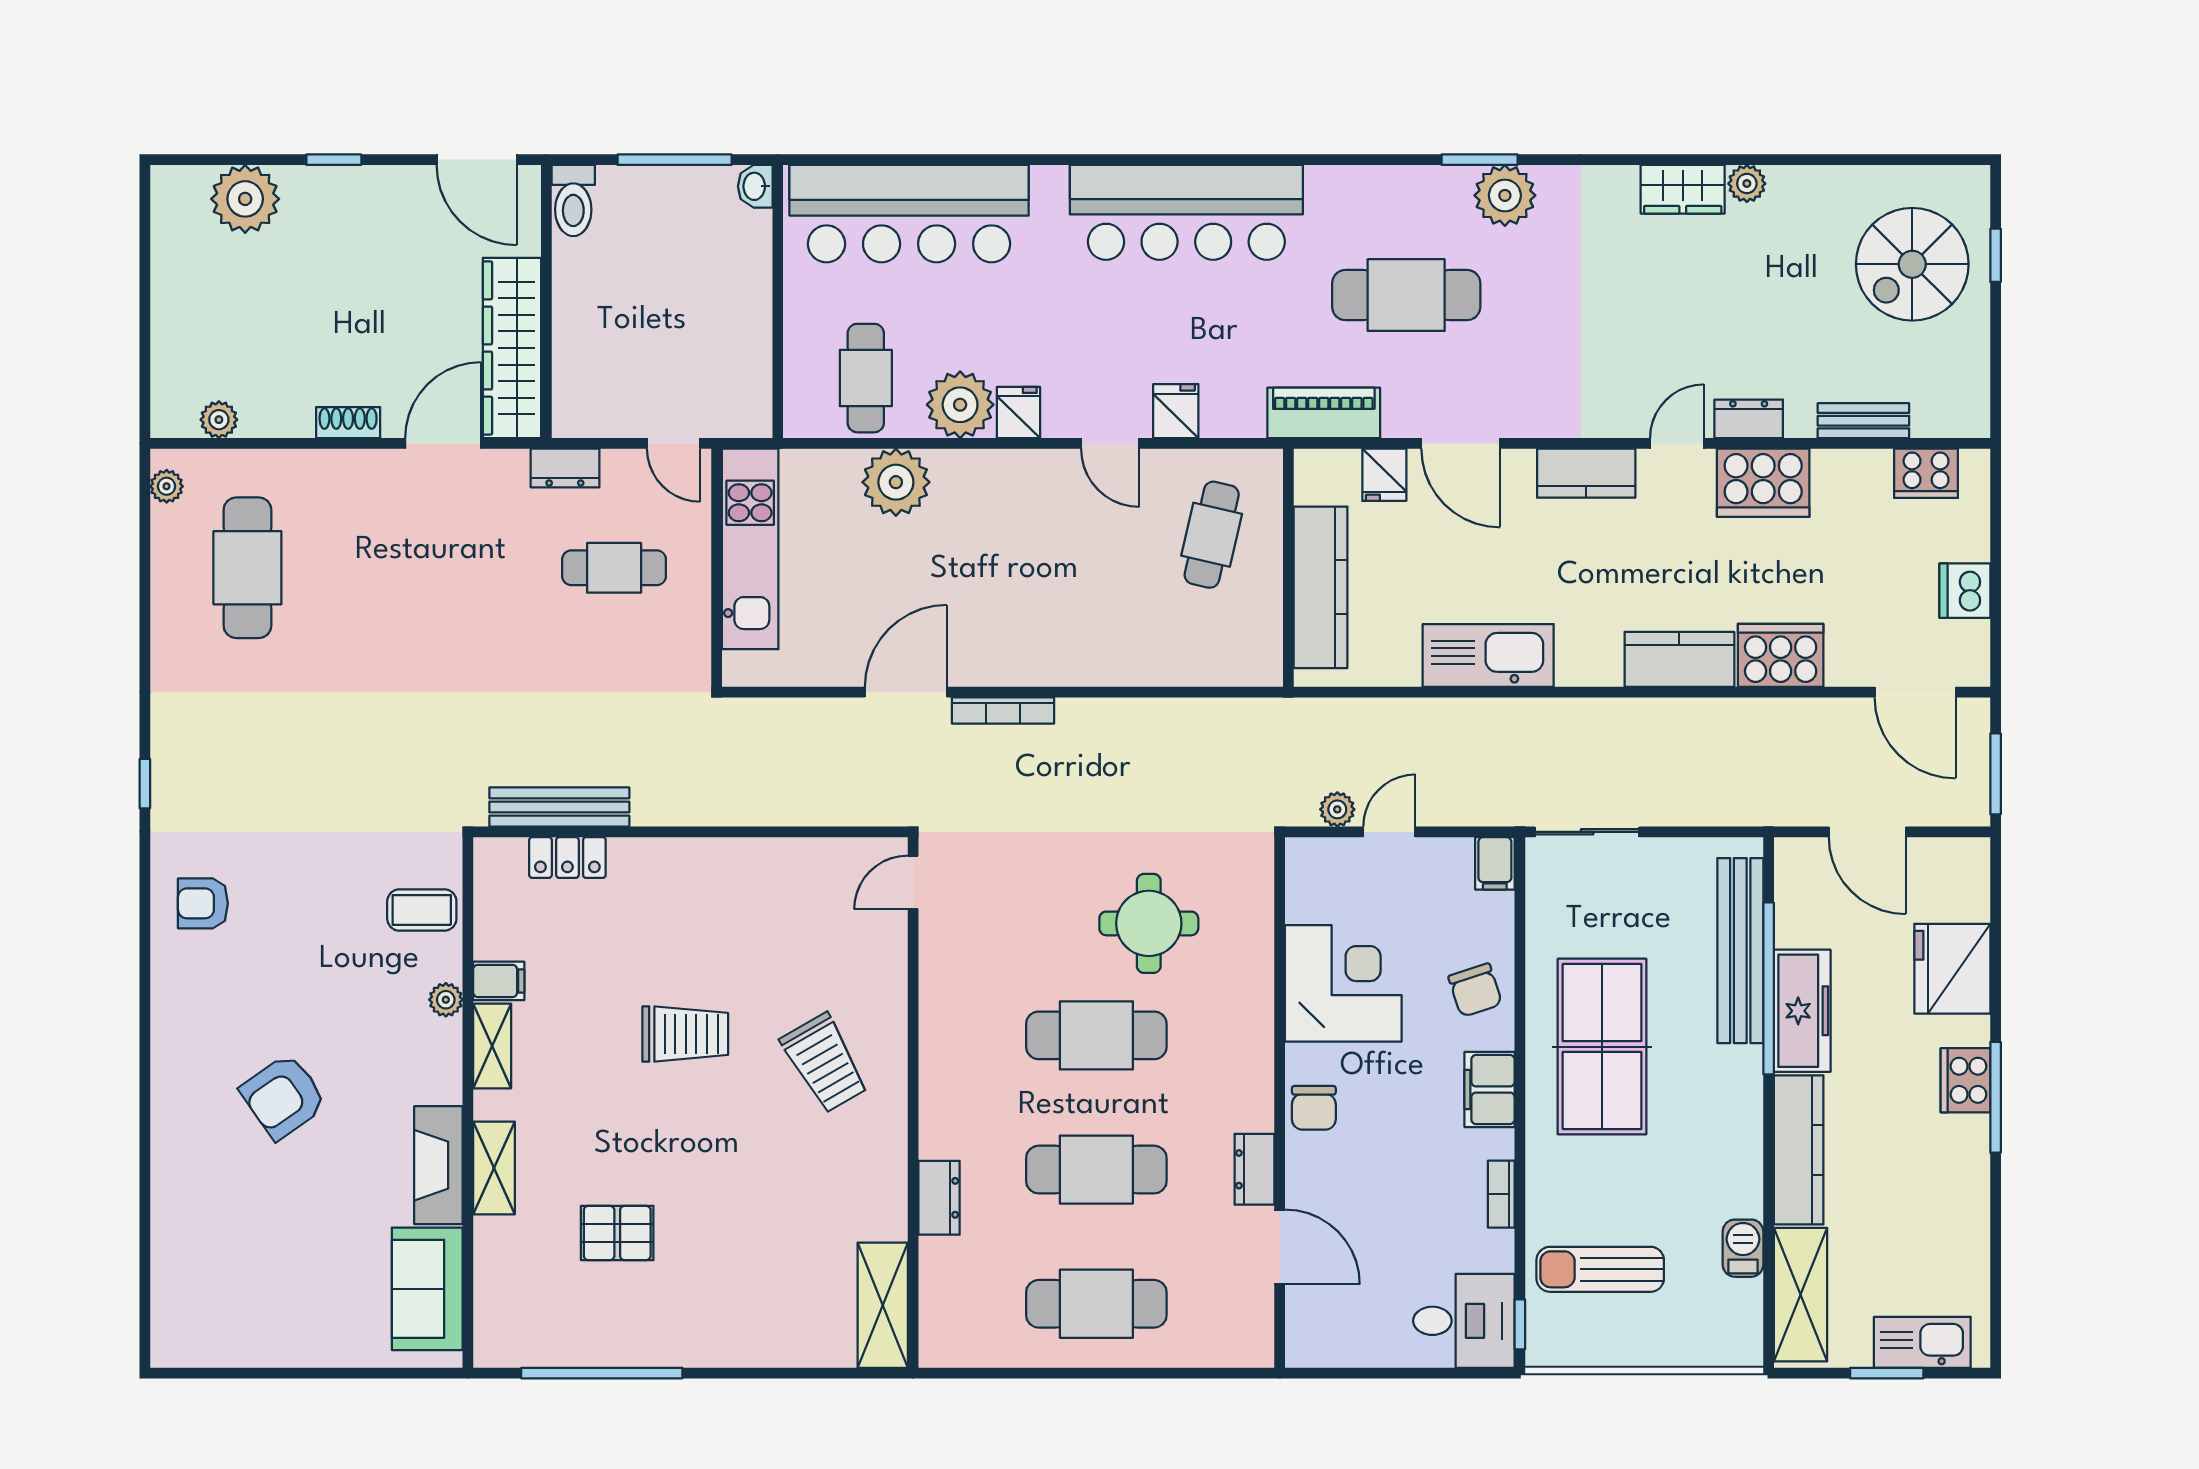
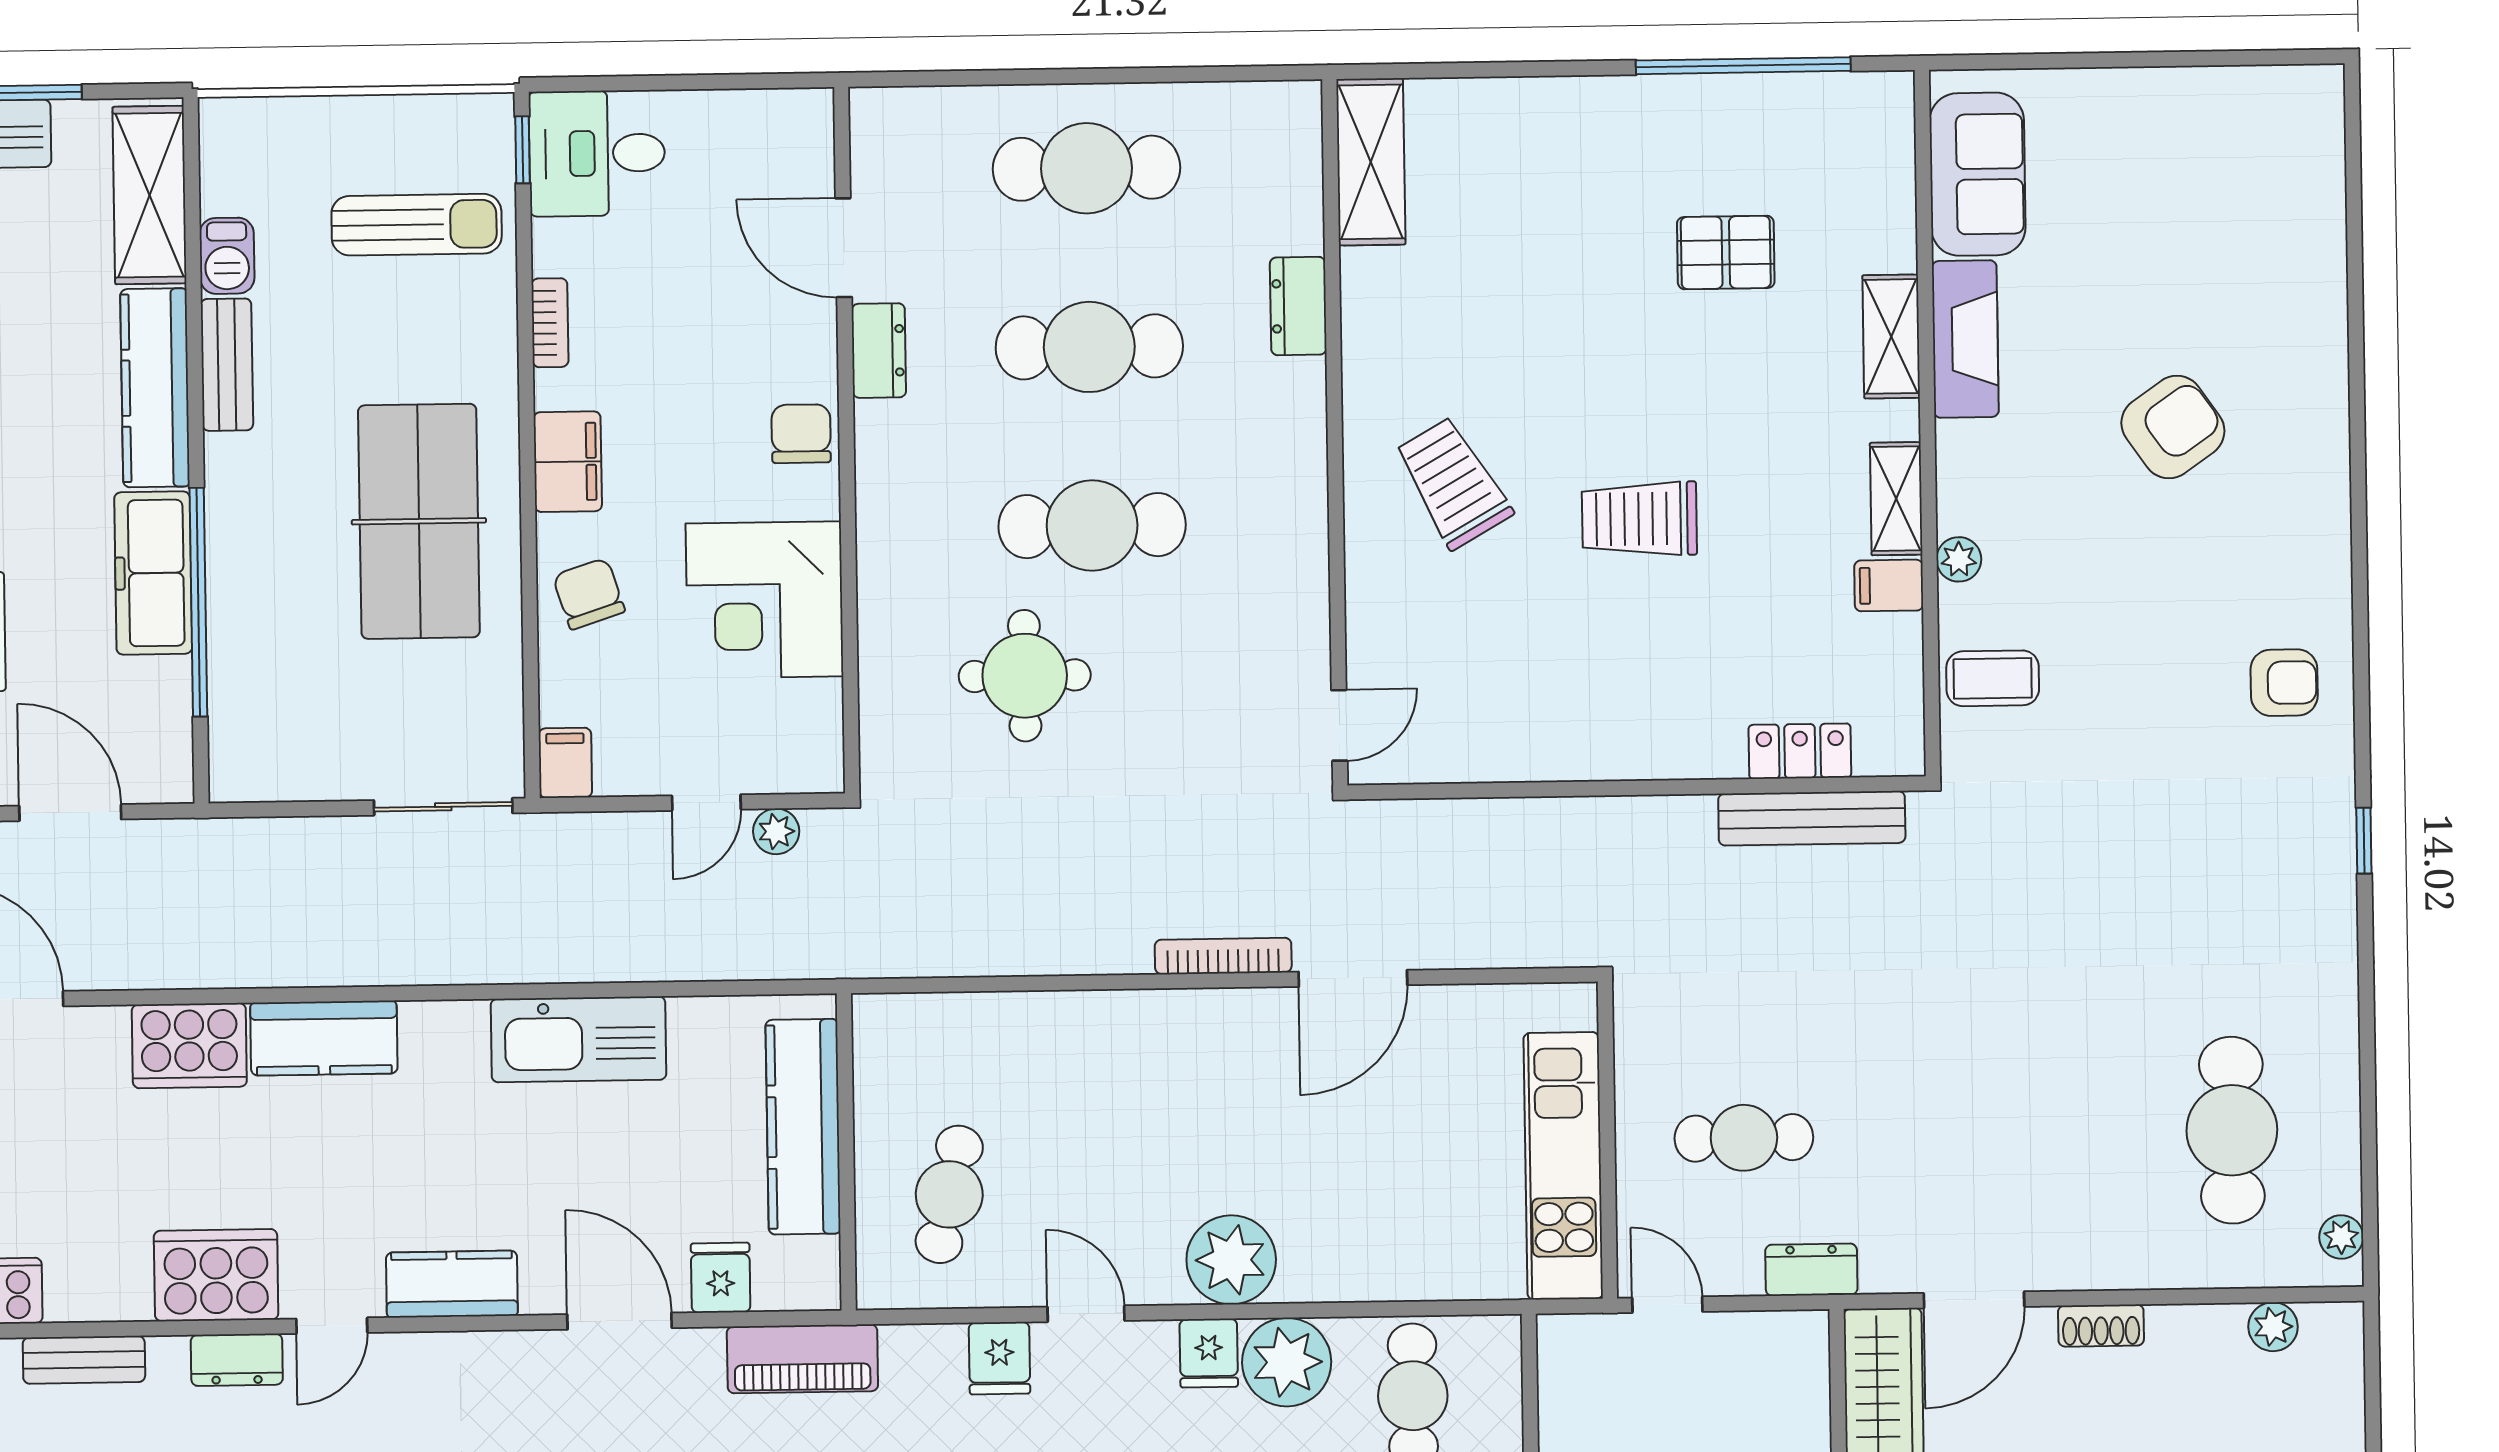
plant: (896, 482) -> (1231, 1260), moved
bench: (1740, 951) -> (227, 365), moved, width x0.54, depth x0.82

